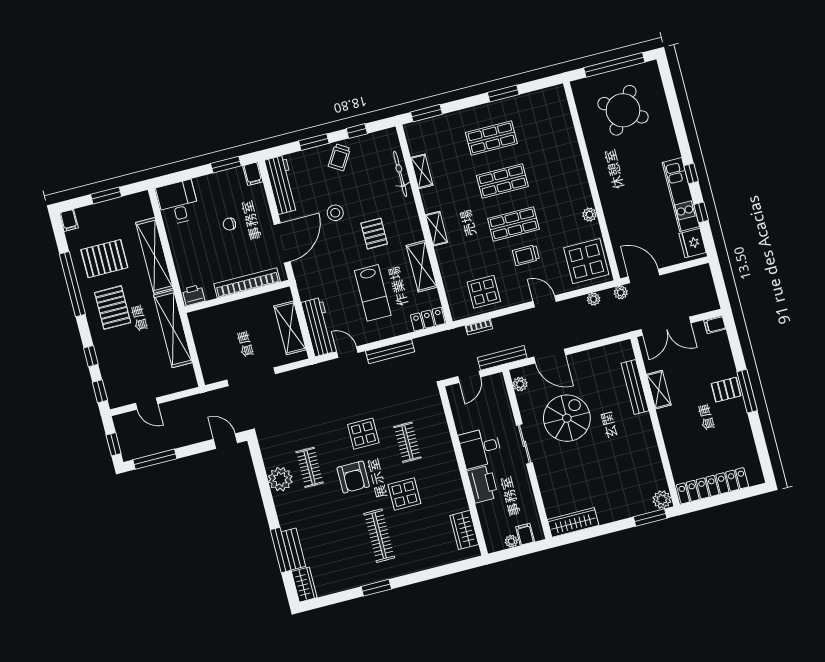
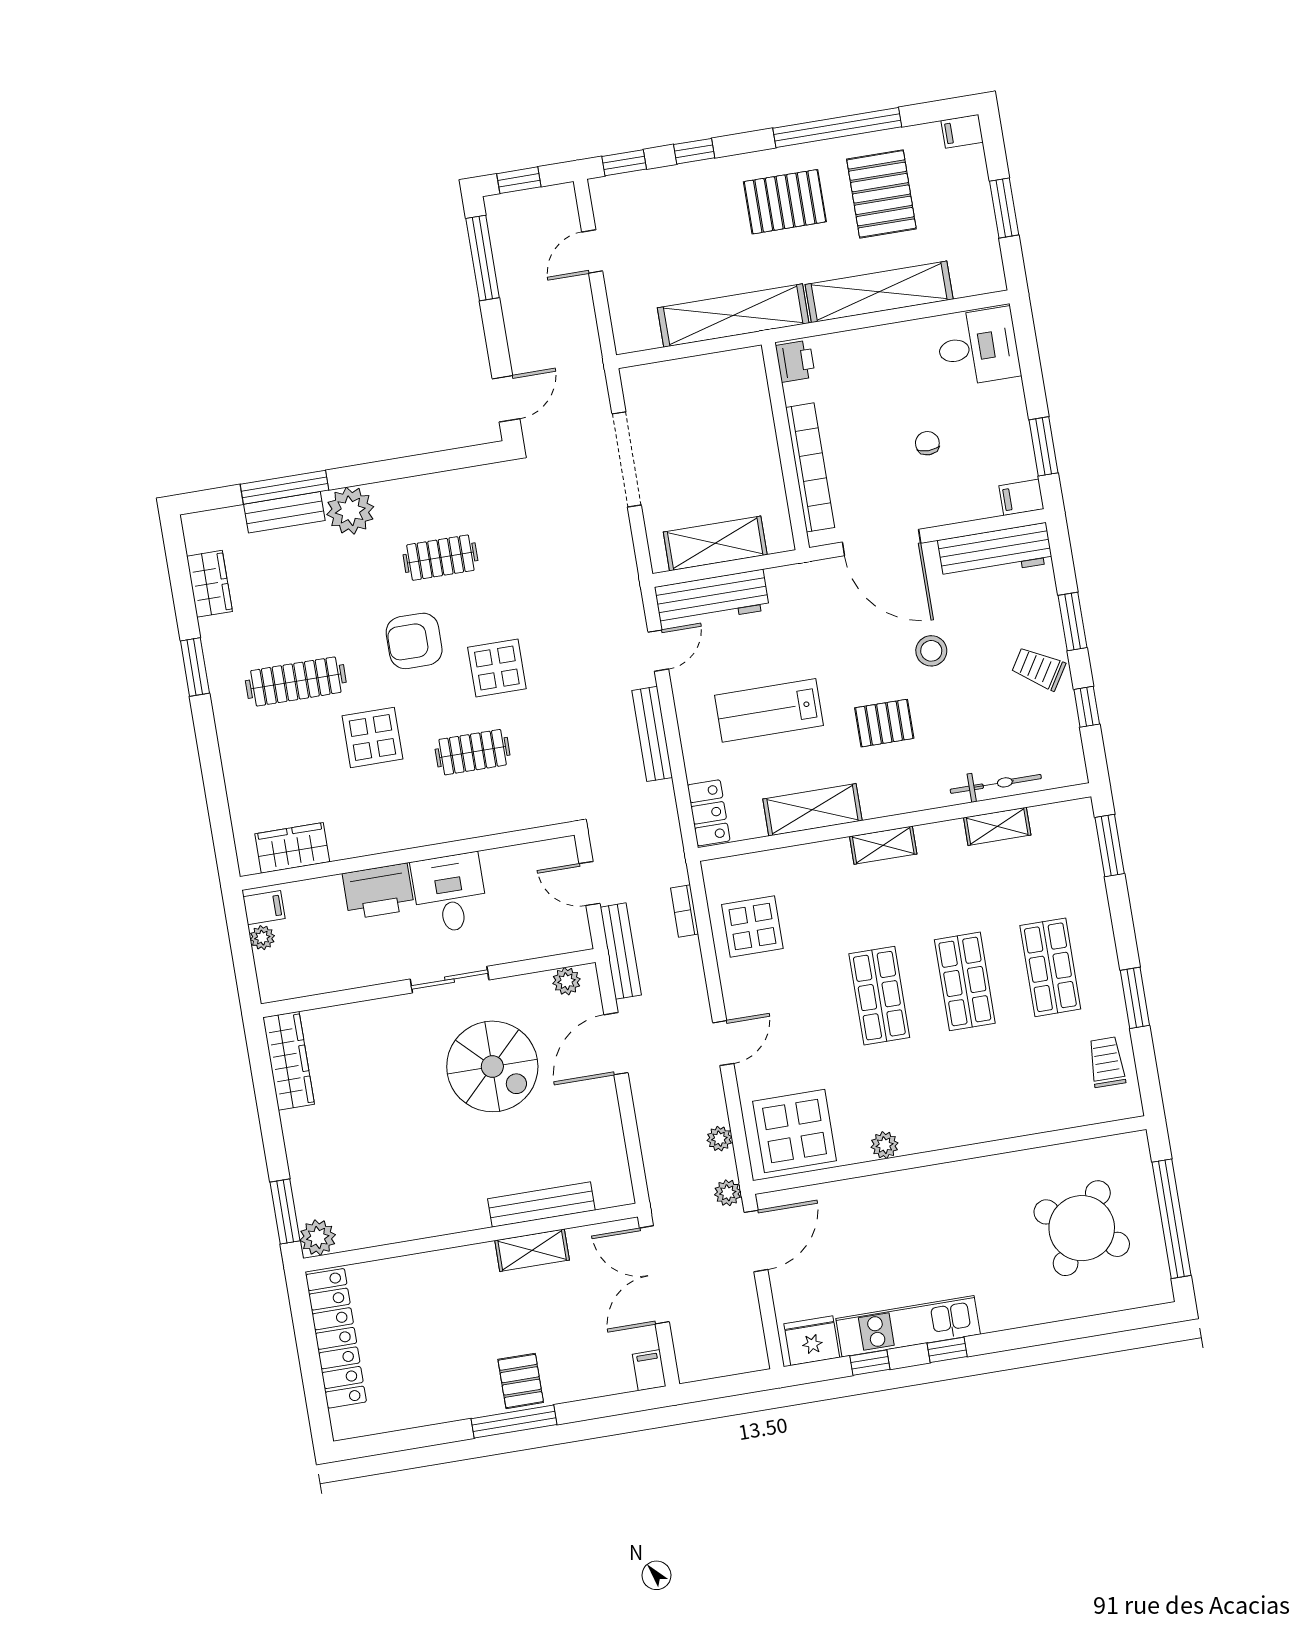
trolley: (526, 255) -> (1107, 1062), moved
plant: (280, 479) -> (350, 511), moved
filing cabinet: (525, 534) -> (264, 908), moved
wardrobe: (304, 585) -> (209, 584), moved, turned -90

